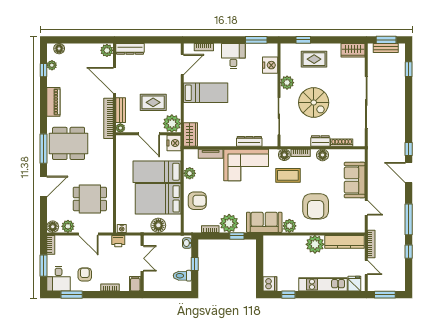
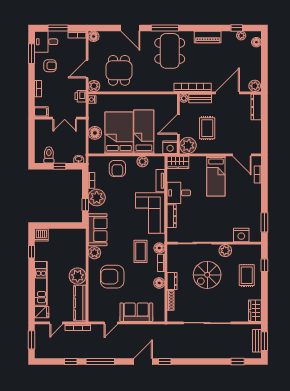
desk: (233, 56) -> (179, 193), moved, turned 180
plant: (68, 226) -> (94, 86), moved

